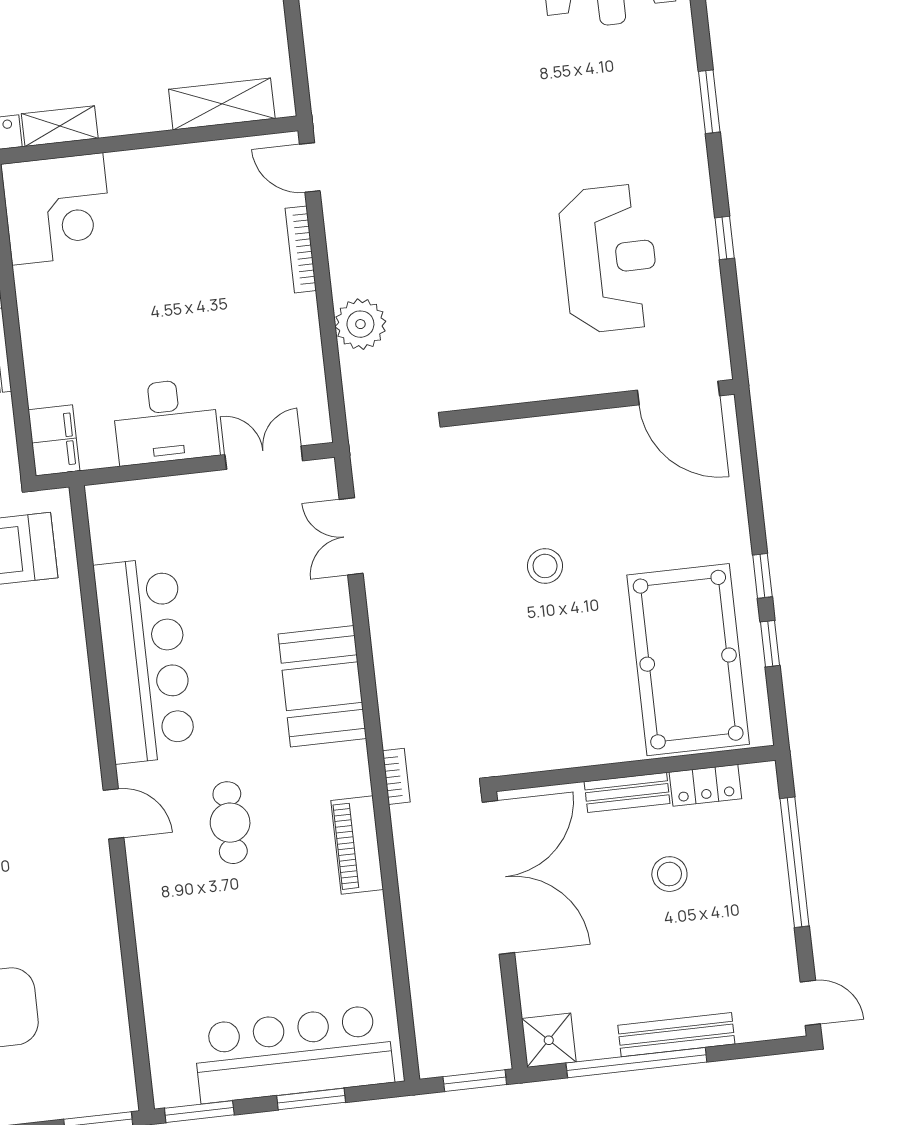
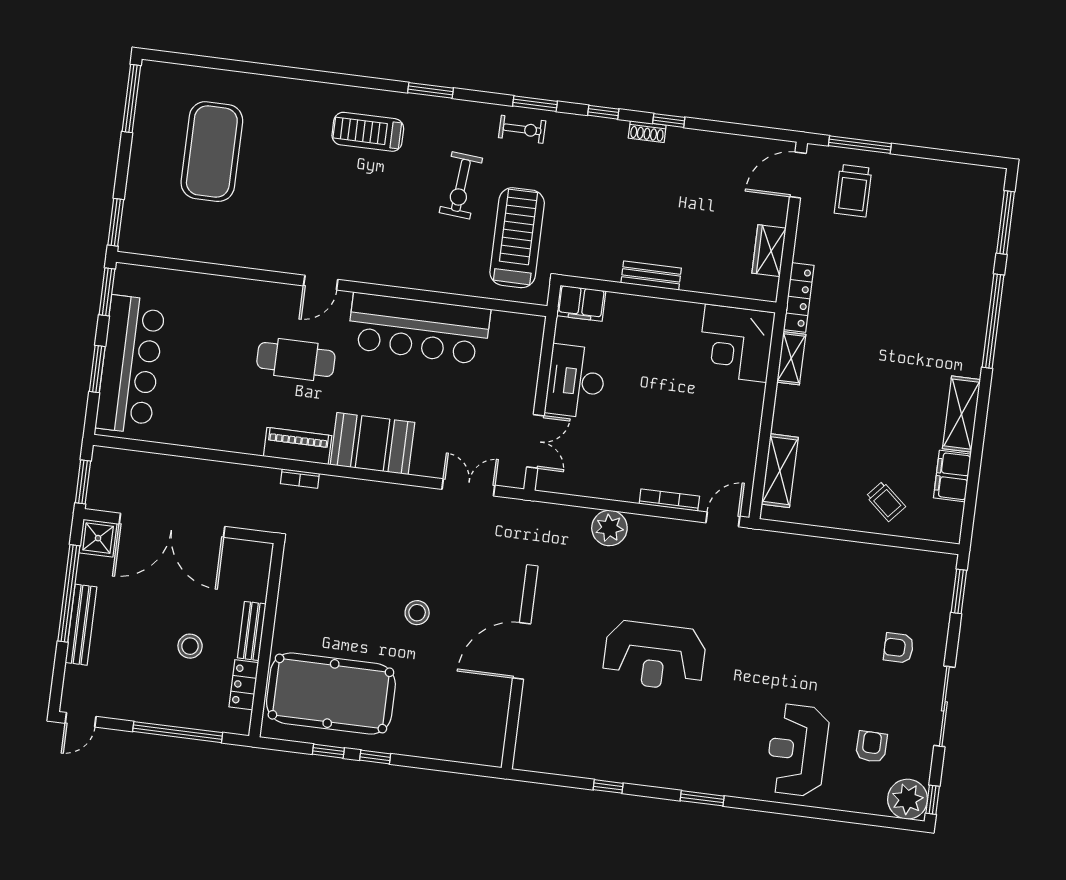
reception desk: (609, 259) -> (654, 656), moved
door: (678, 393) -> (522, 651), moved
cafe table: (230, 823) -> (296, 359), width x1.37, depth x1.35
piano: (357, 845) -> (298, 446), moved
double door: (498, 877) -> (172, 525), moved

